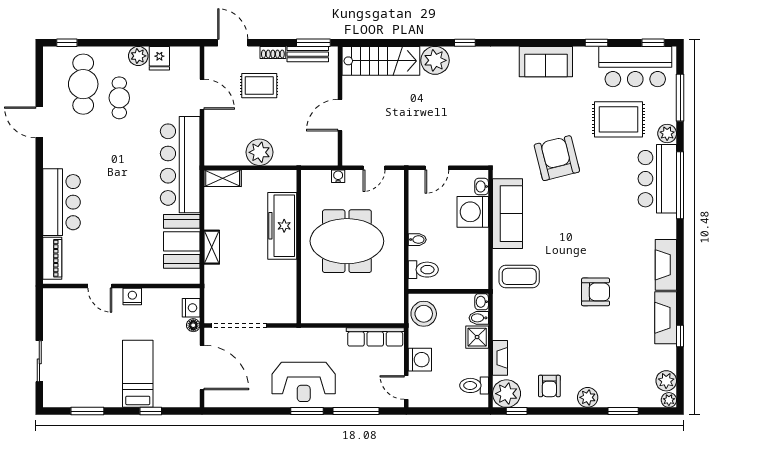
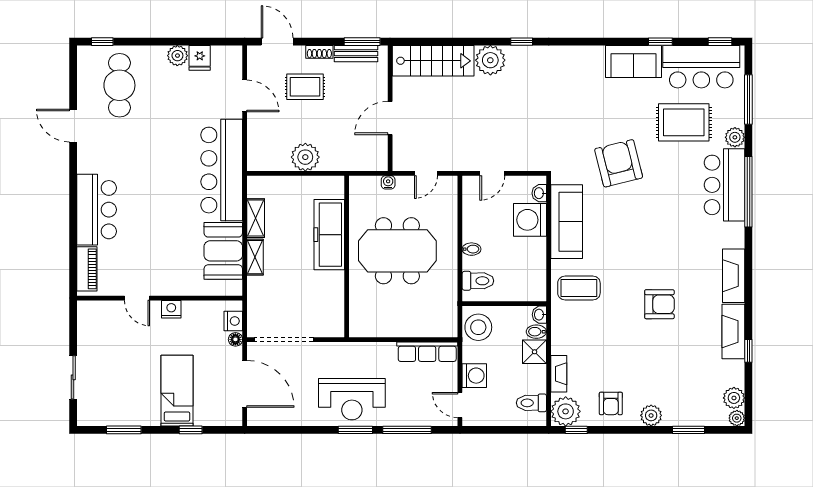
sofa: (546, 62) -> (633, 61), moved
cafe table: (119, 98) -> (157, 100), removed
shelving: (223, 178) -> (256, 218), moved, turned 90

